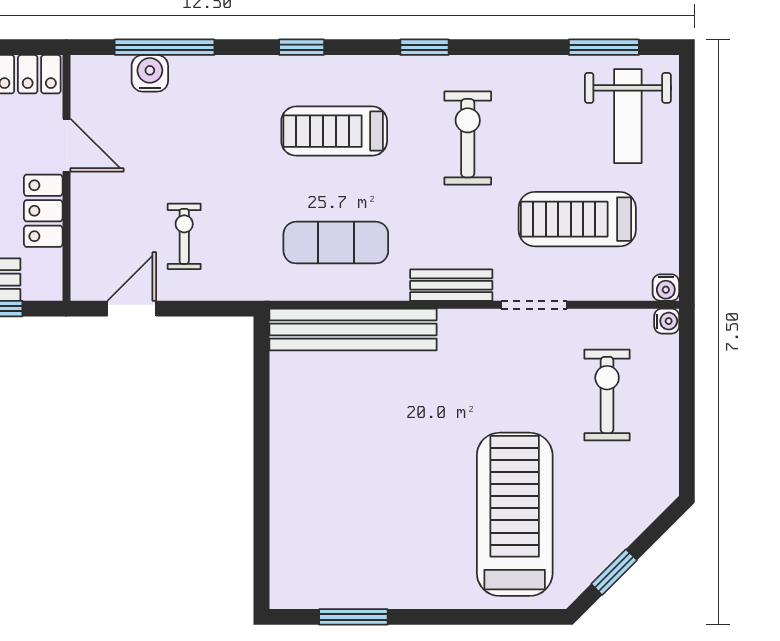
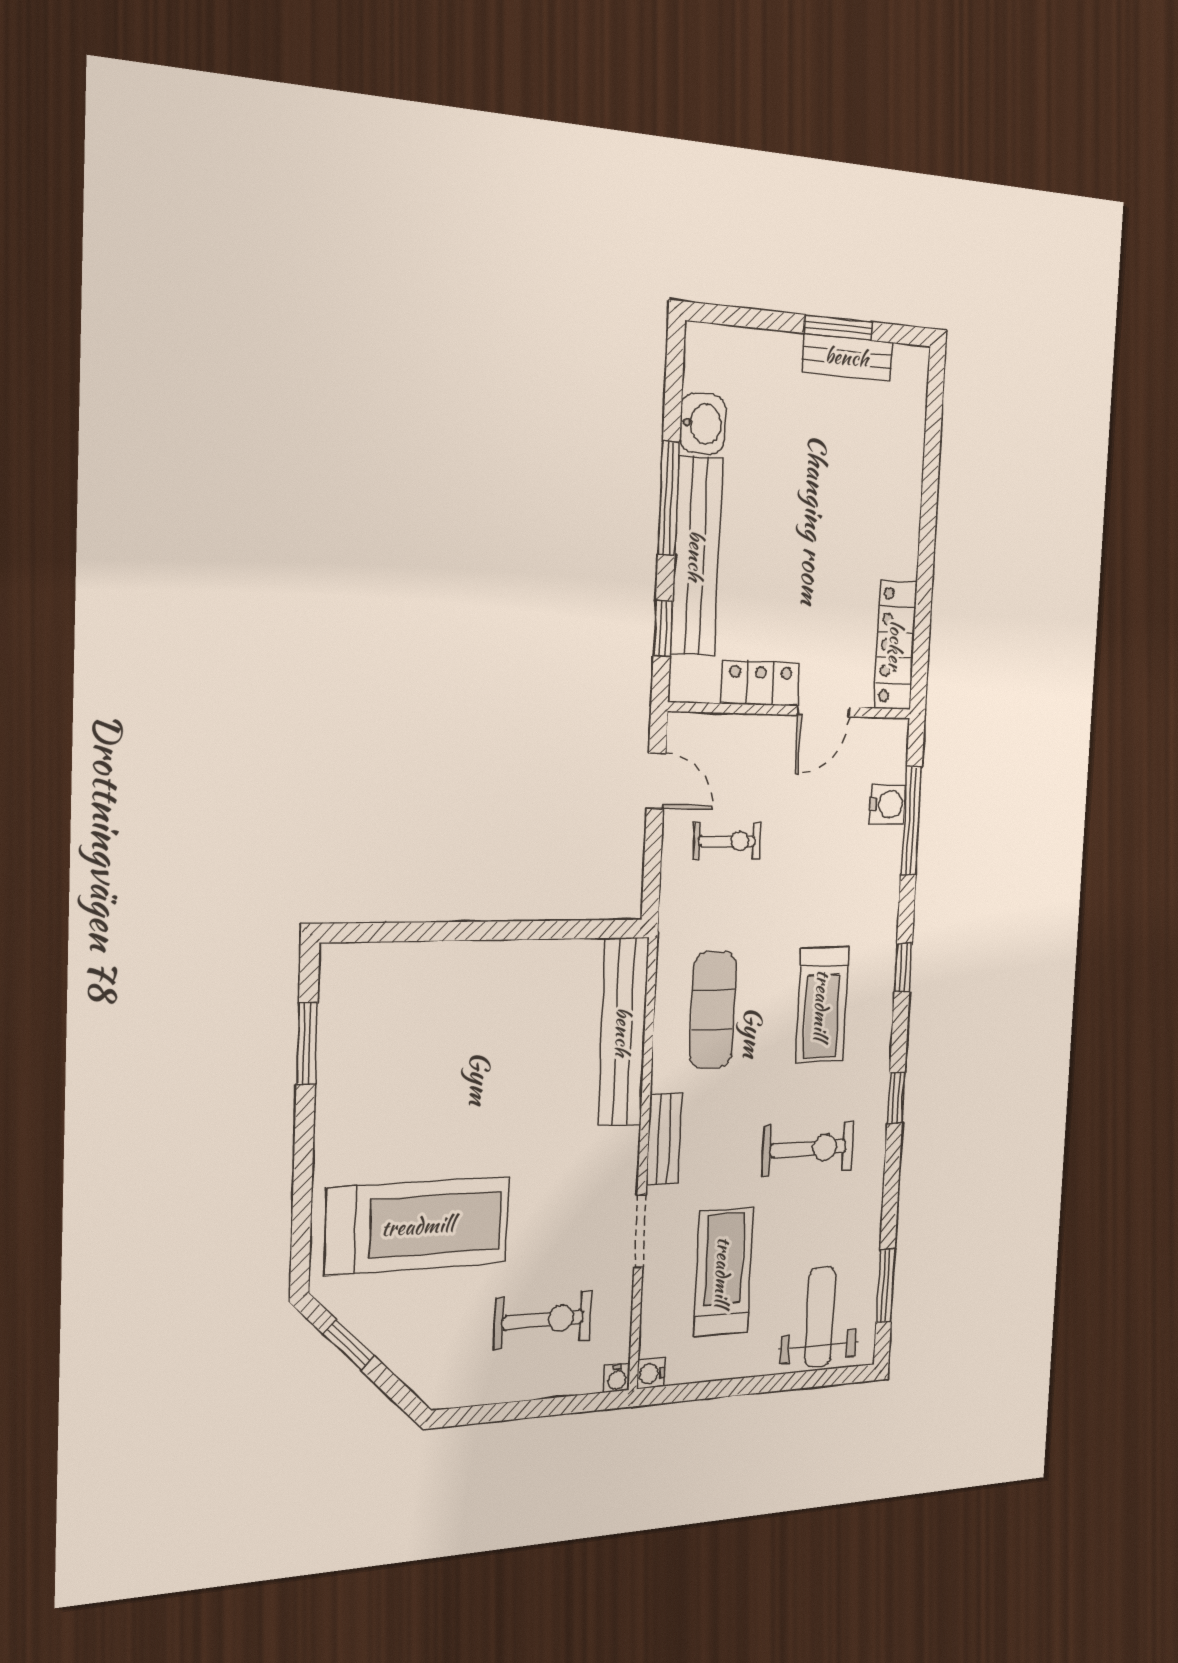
weight bench: (628, 116) -> (820, 1317), turned 90
treadmill: (334, 131) -> (822, 1005), turned 180

